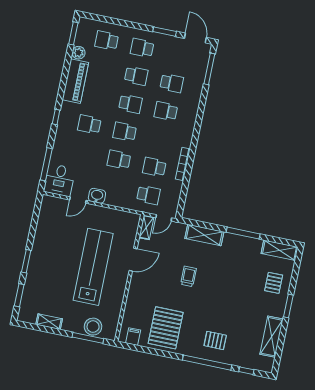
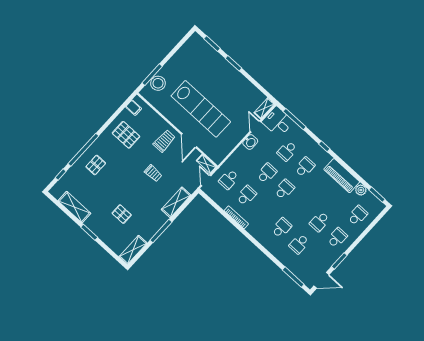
school desk: (130, 104) -> (287, 151), moved
pallet: (274, 283) -> (122, 214), moved
trolley: (149, 285) -> (164, 141), added
shelving: (49, 322) -> (264, 108), moved
pallet: (166, 328) -> (126, 135), width x0.73, depth x0.71

